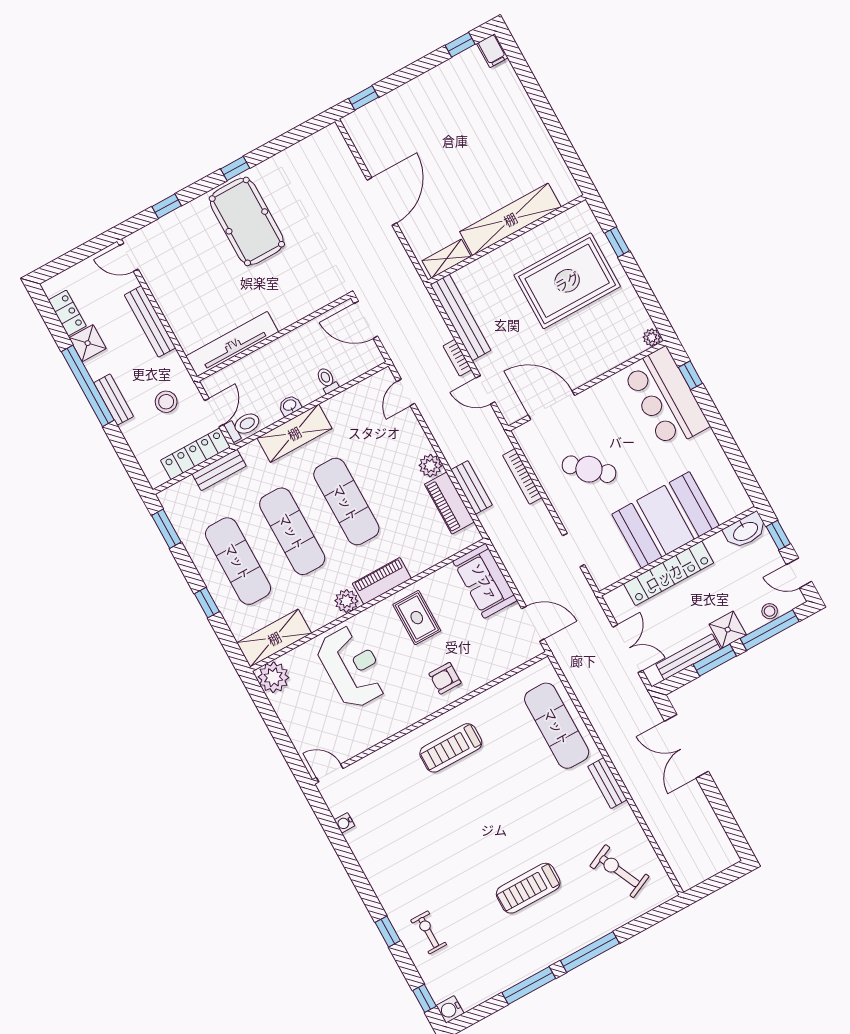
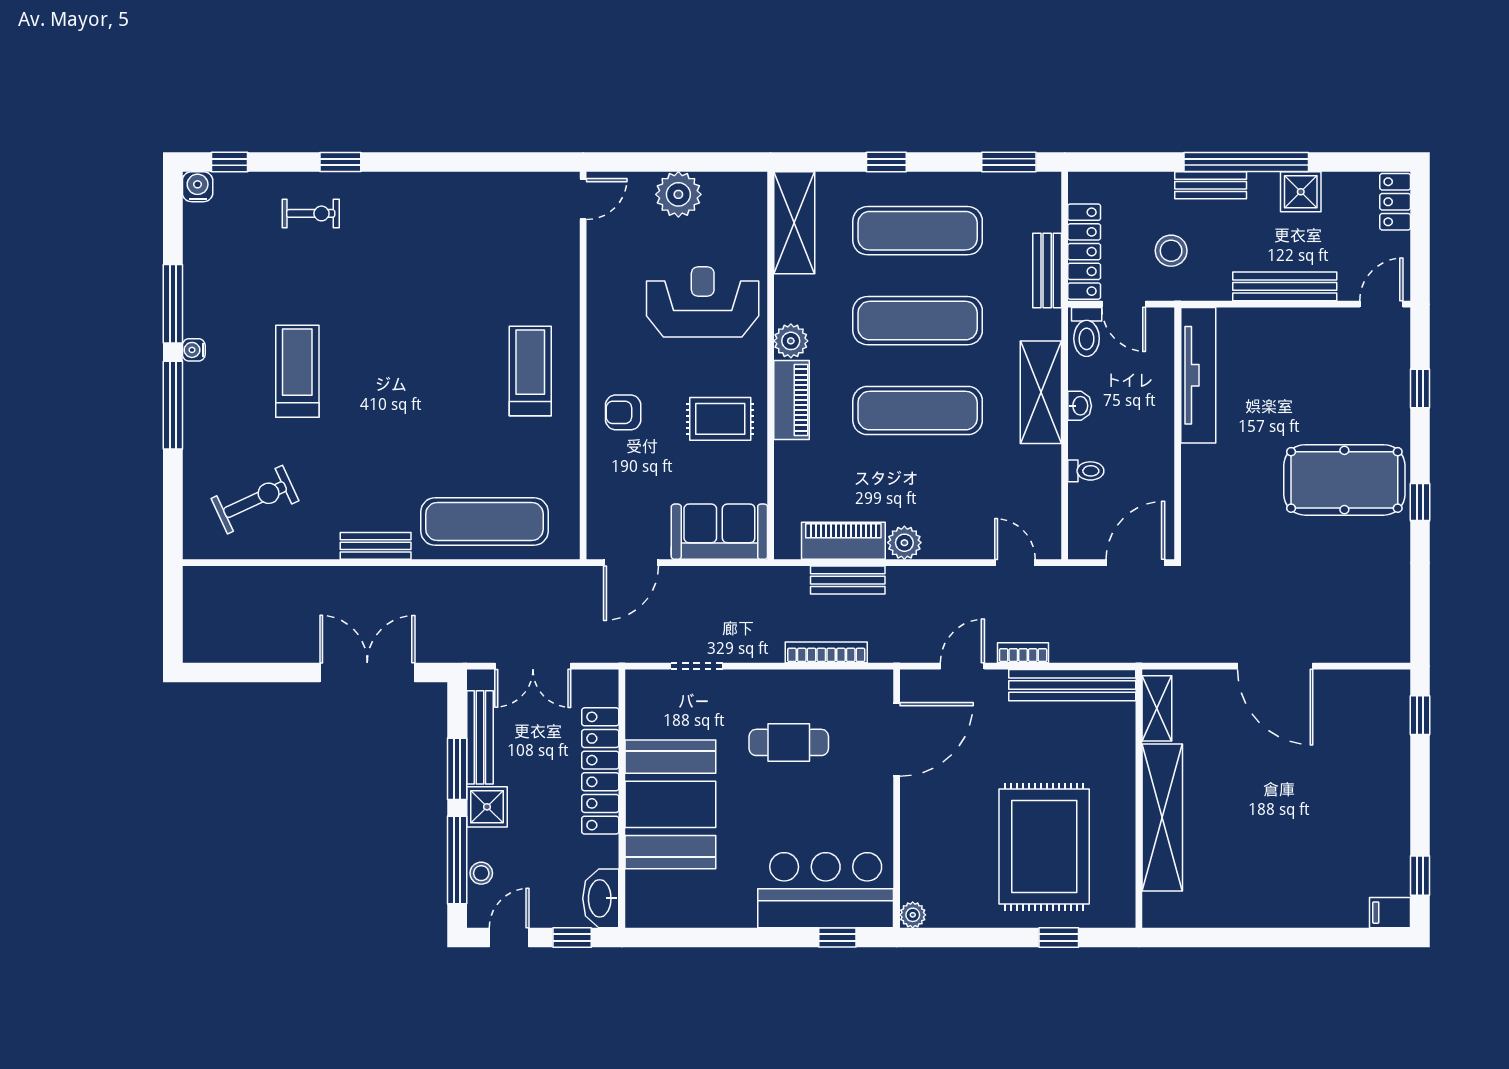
locker: (67, 313) -> (1395, 202), moved, turned 90
cafe table: (589, 469) -> (789, 742), turned 48
reception desk: (352, 667) -> (703, 302), turned 180
plant: (273, 677) -> (678, 194), moved
armchair: (445, 678) -> (623, 412), turned -90
water cooler: (344, 823) -> (194, 350), moved, turned -90

